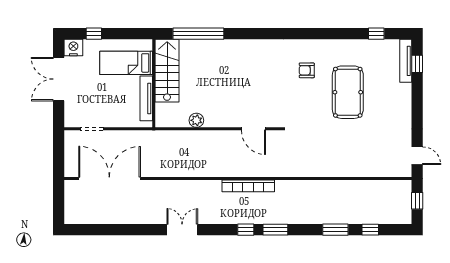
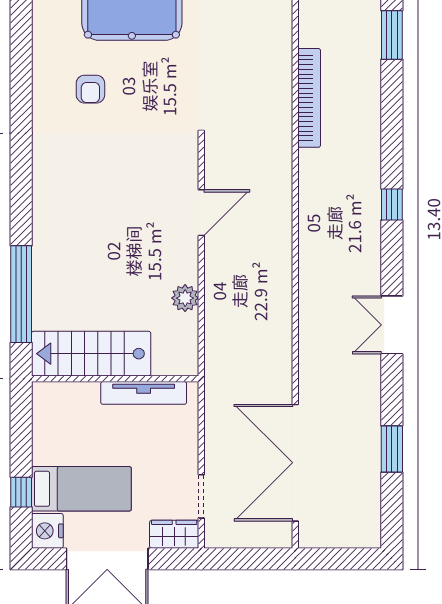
bed: (126, 63) -> (81, 489), moved, turned -90
wardrobe: (72, 115) -> (174, 534), added
door: (253, 129) -> (201, 213), moved
bookcase: (248, 186) -> (309, 98), moved
window: (275, 230) -> (392, 449), moved

